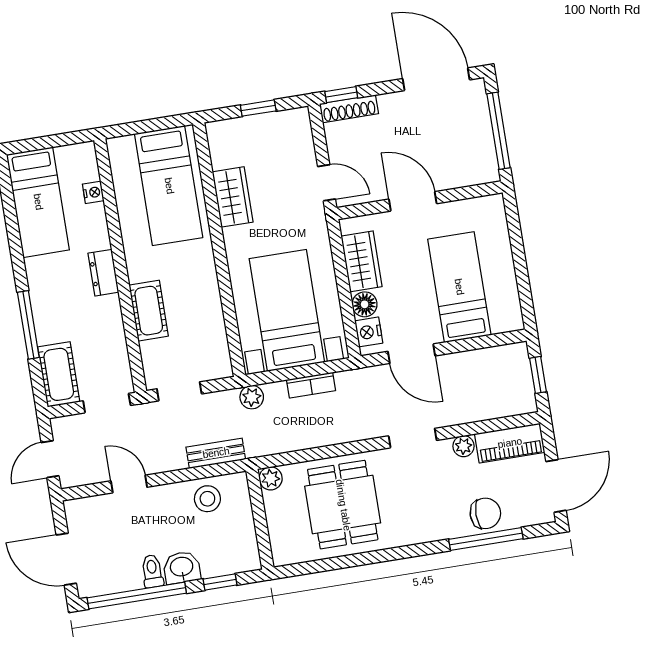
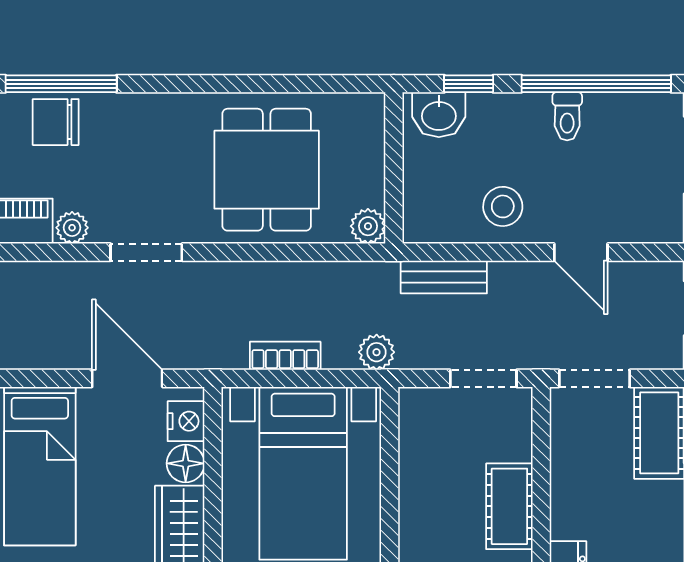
stool: (207, 499) -> (503, 206), moved
washbasin: (182, 567) -> (439, 115), moved

